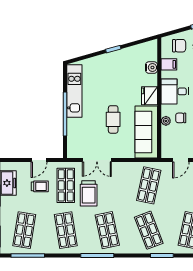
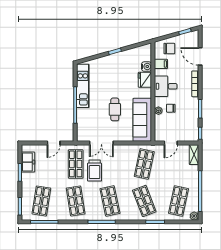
fridge: (150, 96) -> (145, 80), moved
trolley: (40, 186) -> (54, 165), removed

